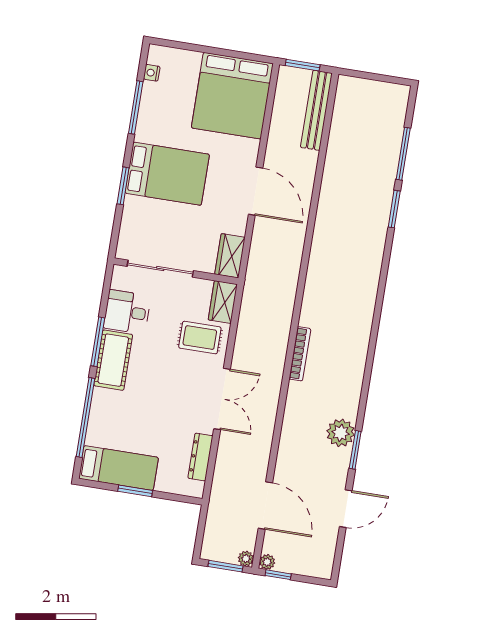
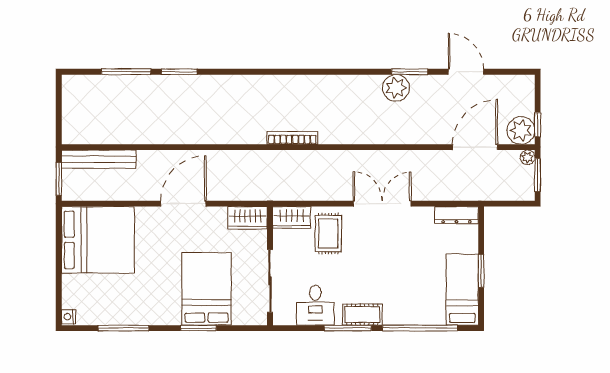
nightstand: (152, 73) -> (68, 317), moved, turned 90
bed: (167, 174) -> (206, 289), moved
bookcase: (300, 354) -> (292, 138), moved
cot: (113, 360) -> (362, 315), width x0.73, depth x0.75
dresser: (200, 457) -> (456, 215), moved
plant: (267, 562) -> (521, 130), width x1.88, depth x1.88

